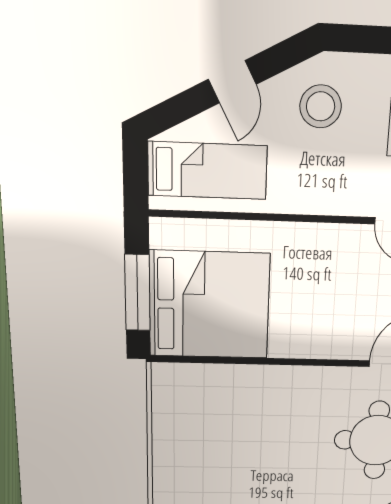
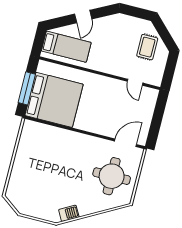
stool: (321, 106) -> (115, 32), removed

